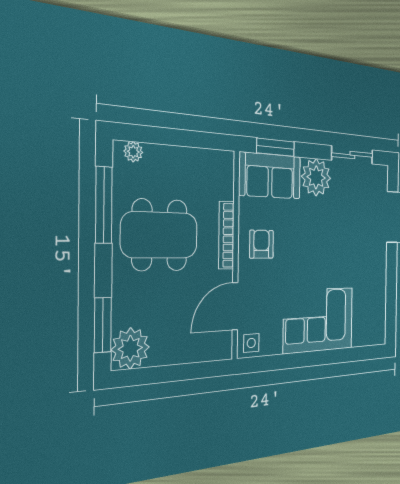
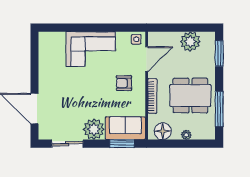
plant: (133, 152) -> (186, 135), moved
floor lamp: (210, 165) -> (163, 131), added
armchair: (261, 244) -> (124, 83), moved, turned 90
plant: (130, 348) -> (190, 41), moved

